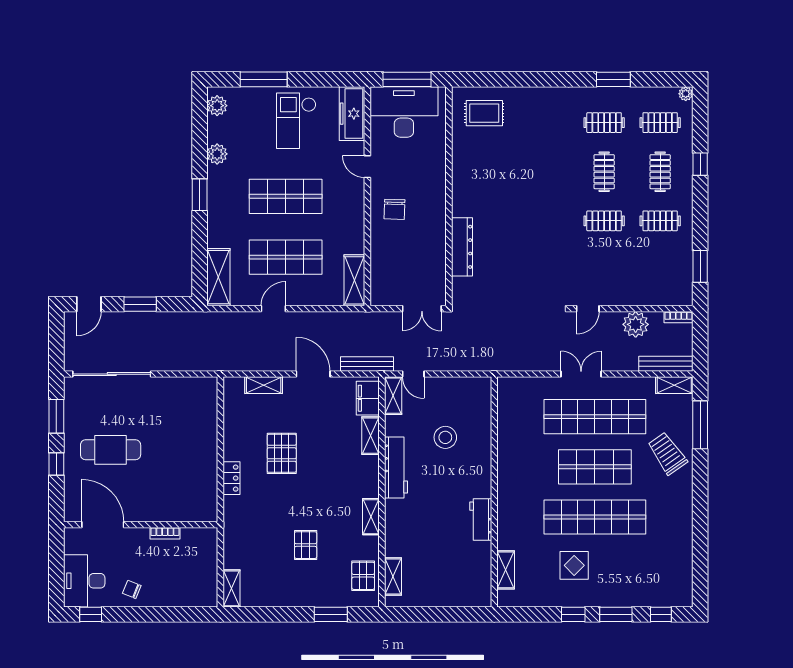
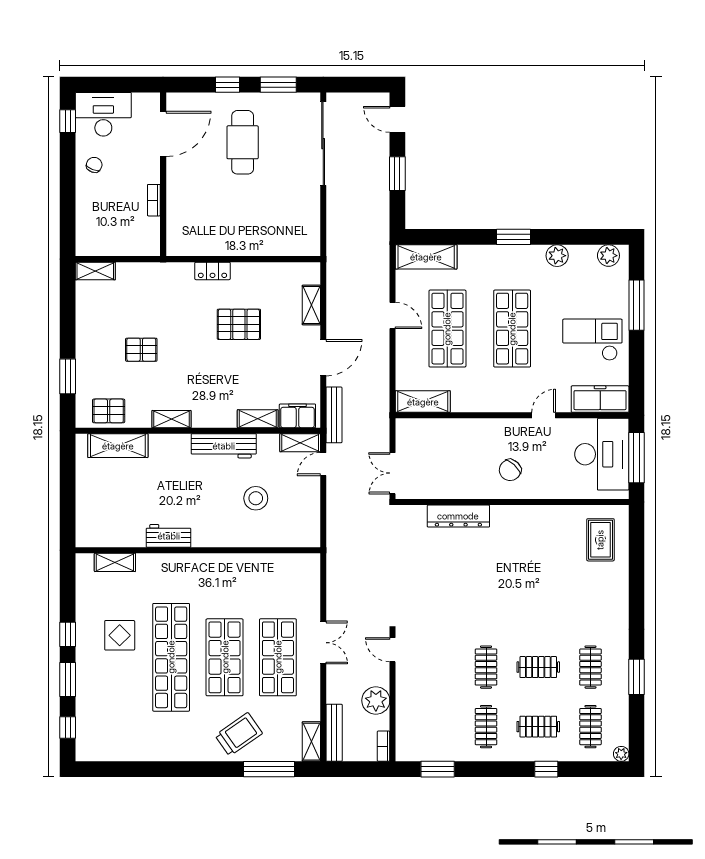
chair: (394, 209) -> (510, 470), moved, turned -49
shop shelf: (595, 417) -> (278, 657), width x0.71
shelving: (393, 576) -> (118, 446), width x1.50, depth x1.33

